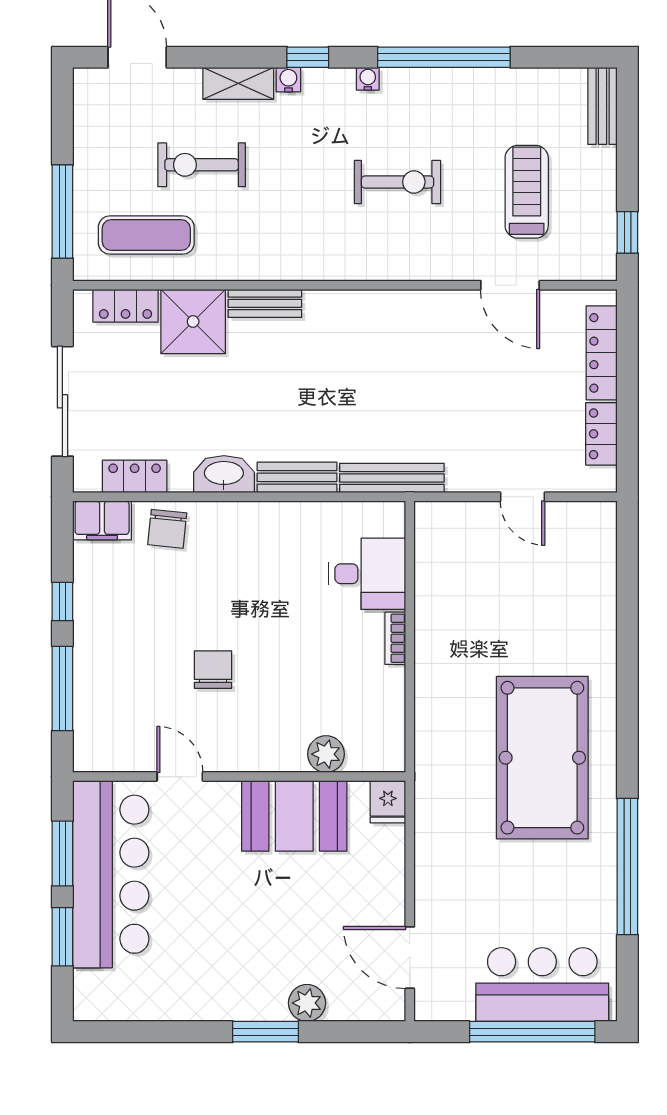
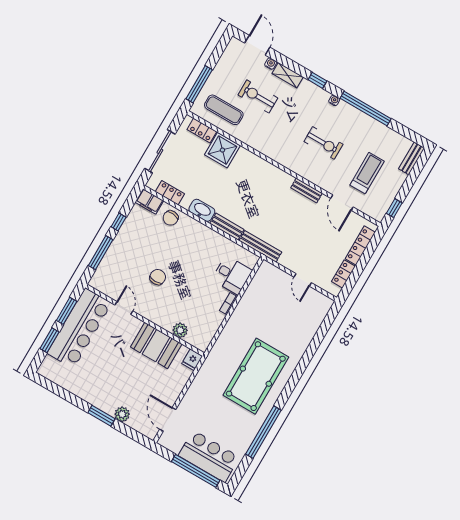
water cooler: (288, 80) -> (271, 64), moved
bench: (265, 303) -> (306, 191), moved

